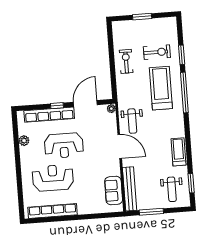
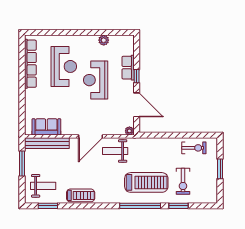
exercise bike: (126, 61) -> (194, 148), moved
row of seats: (49, 115) -> (128, 68), width x0.50
weight bench: (172, 189) -> (43, 186), turned 180

